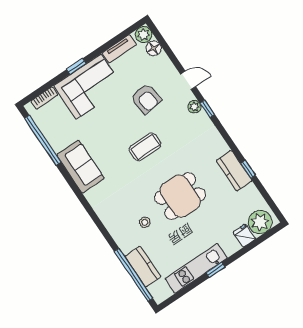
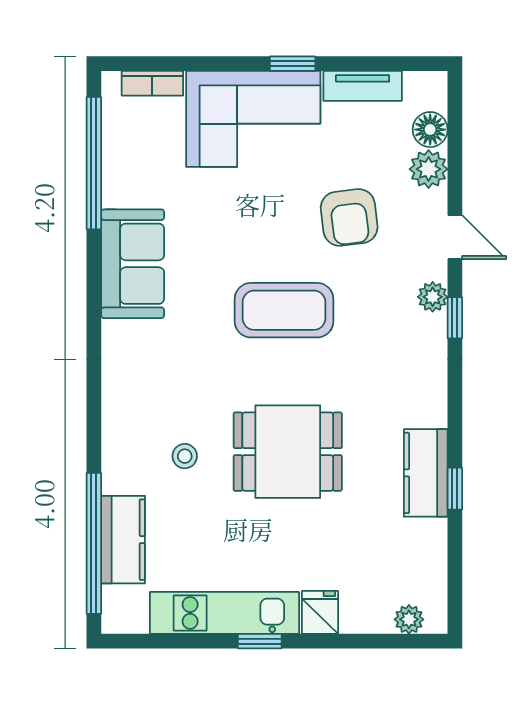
plant: (144, 35) -> (429, 169), moved
window: (76, 66) -> (293, 64), moved
coffee table: (145, 147) -> (284, 310), width x1.36, depth x1.32
plant: (260, 222) -> (409, 619), width x0.53, depth x0.53
fridge: (244, 236) -> (320, 612), moved

